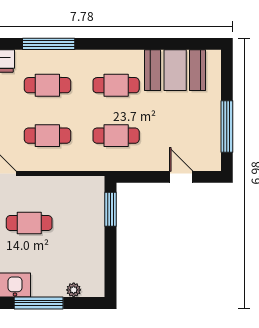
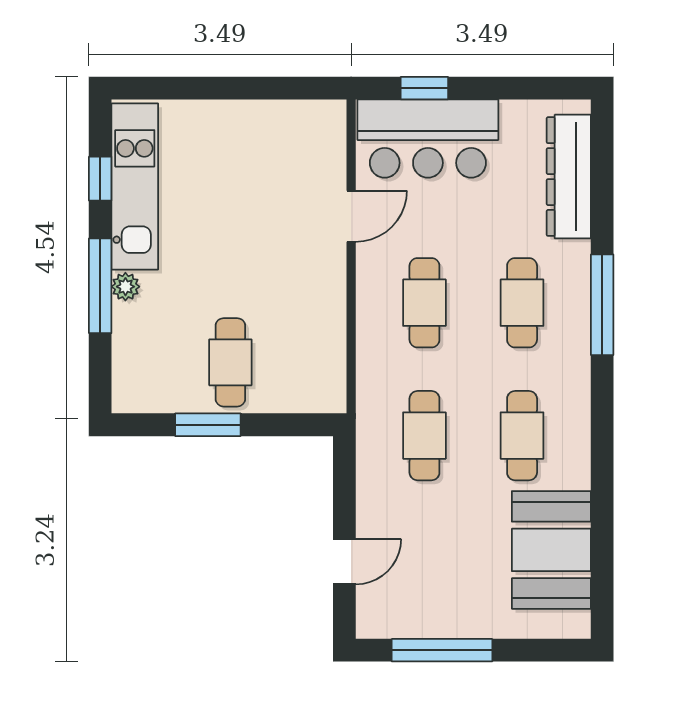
window: (110, 209) -> (208, 425), moved
cafe table: (29, 223) -> (230, 362), moved
plant: (74, 290) -> (125, 287), moved

